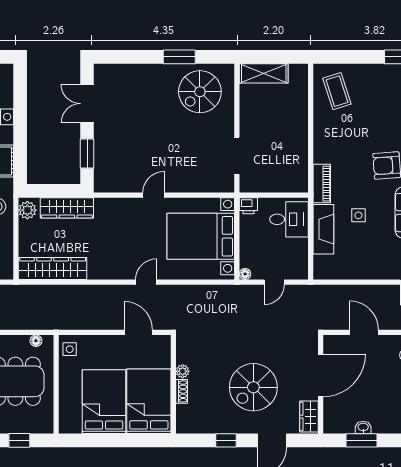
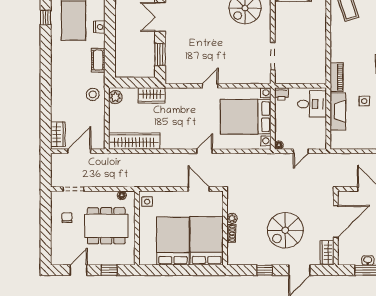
wardrobe: (67, 208) -> (152, 95), width x0.67

